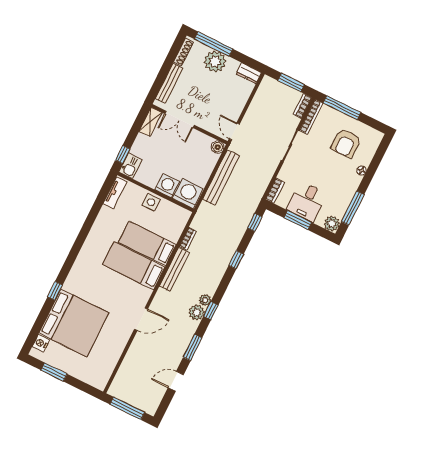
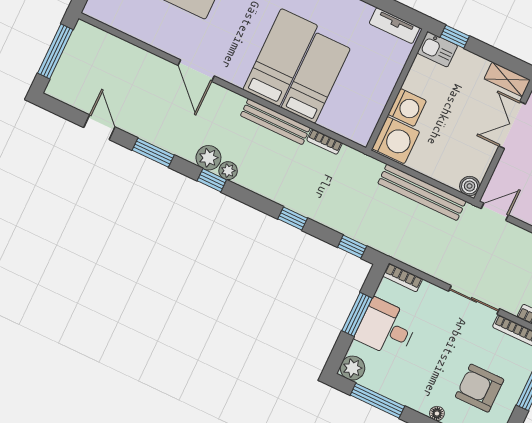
side table: (151, 202) -> (381, 83), removed

